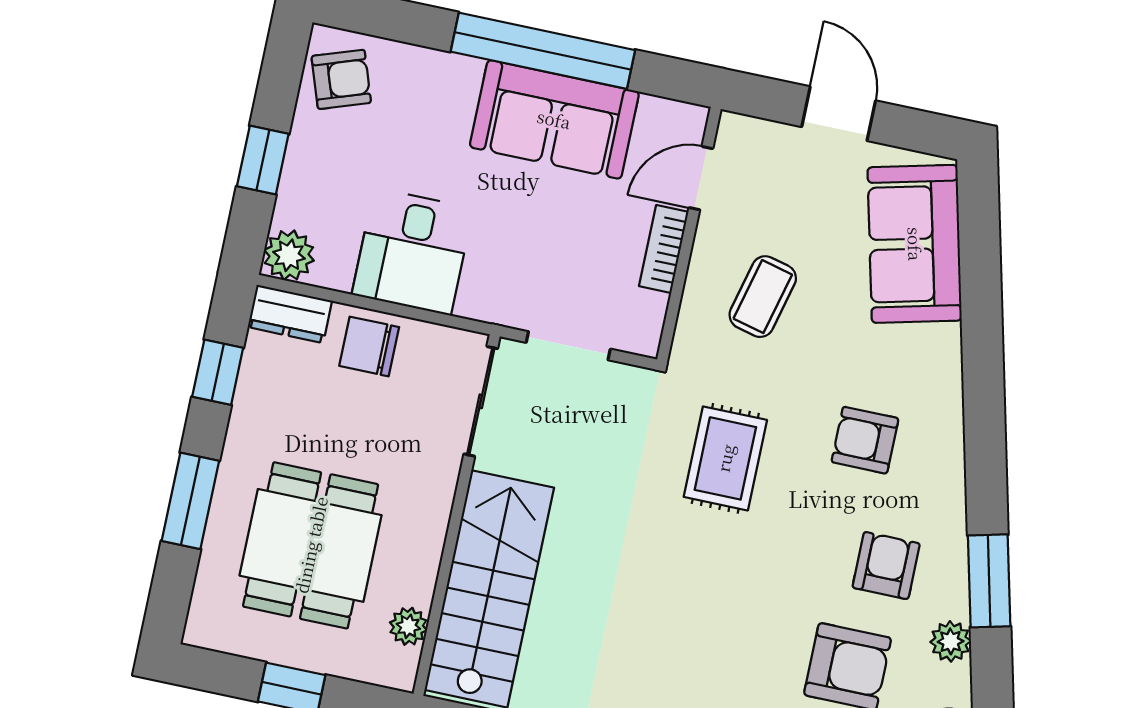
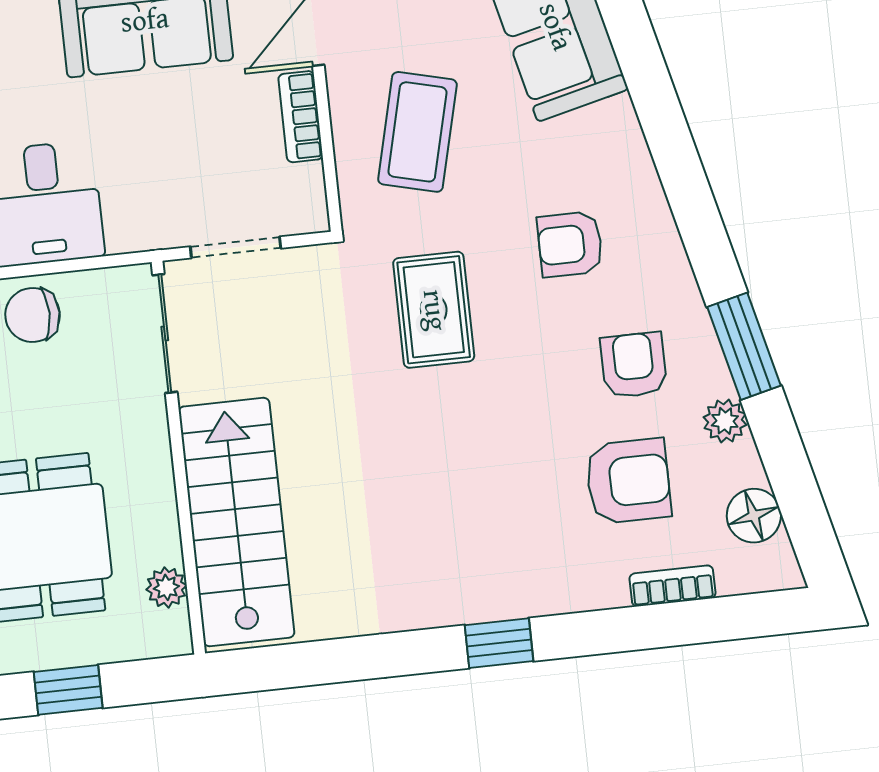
coffee table: (763, 297) -> (417, 132), width x1.36, depth x1.30

